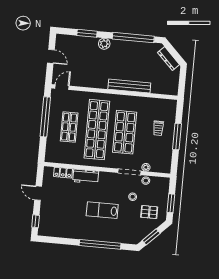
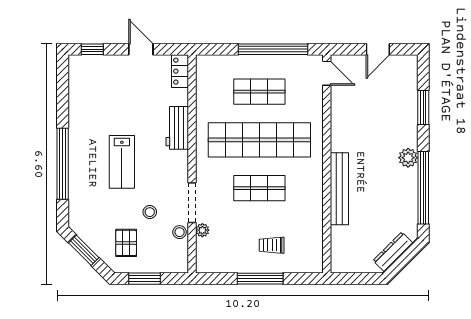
plant: (104, 44) -> (408, 158), moved
shop shelf: (125, 132) -> (259, 188), width x0.70, depth x0.74
locker: (63, 173) -> (180, 71), moved
door: (38, 193) -> (141, 49), hinge flipped
lab bench: (102, 210) -> (122, 162), turned 180

